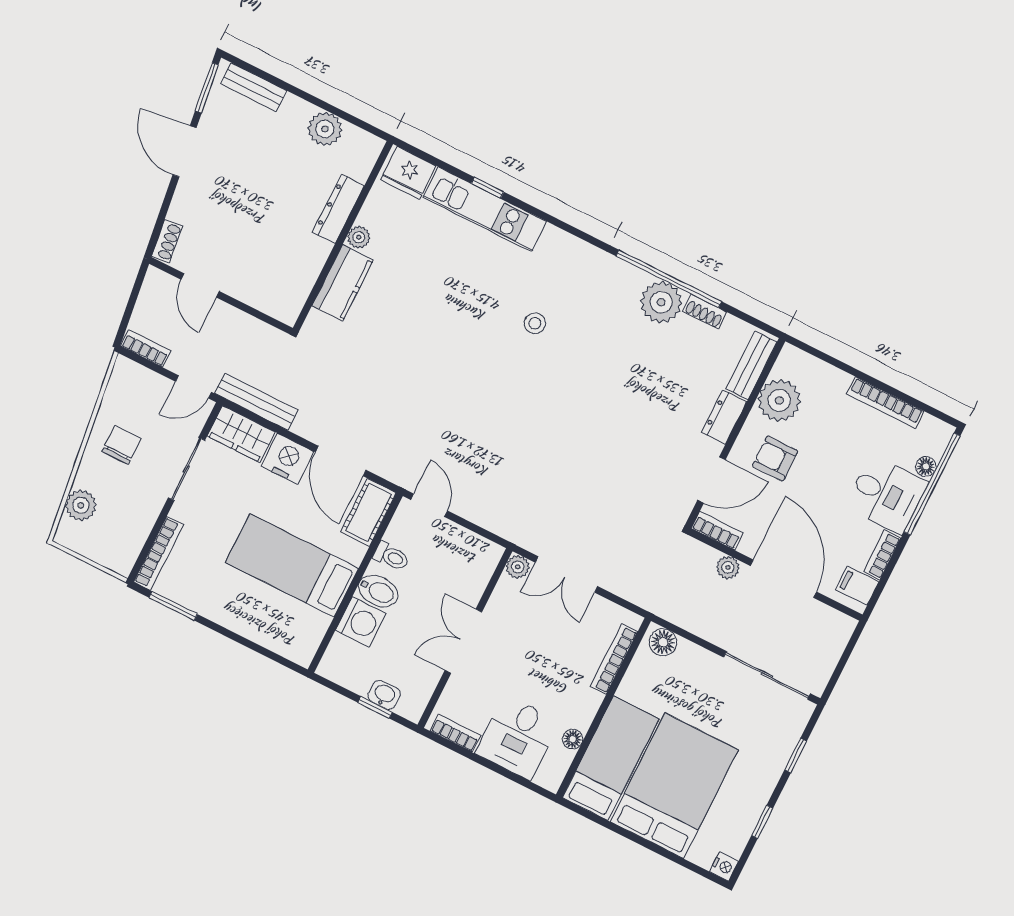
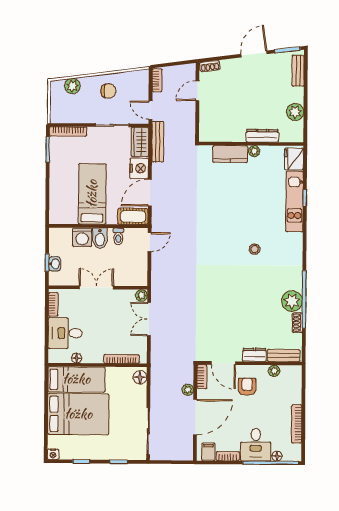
plant: (779, 400) -> (274, 371), width x0.53, depth x0.53

